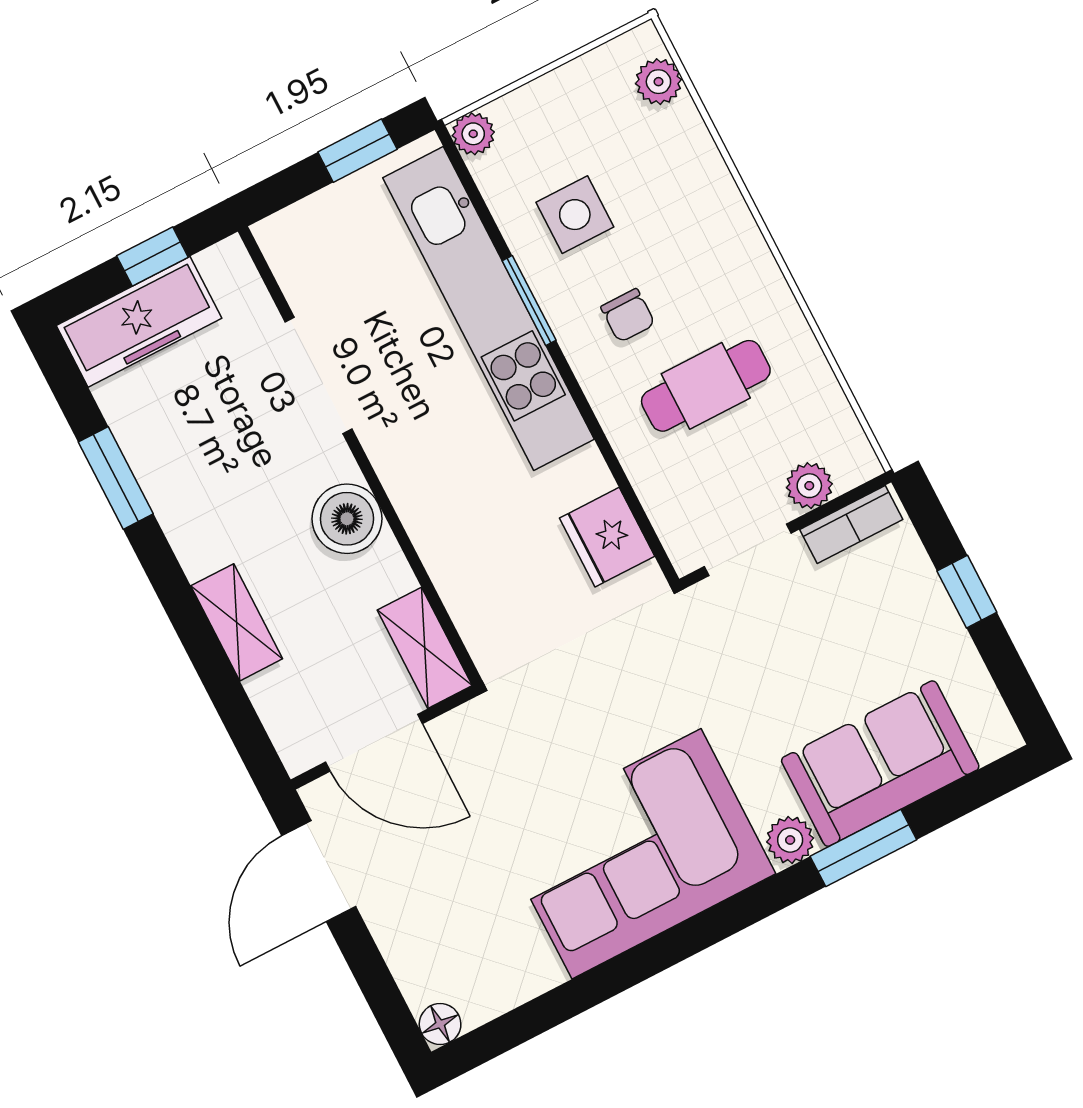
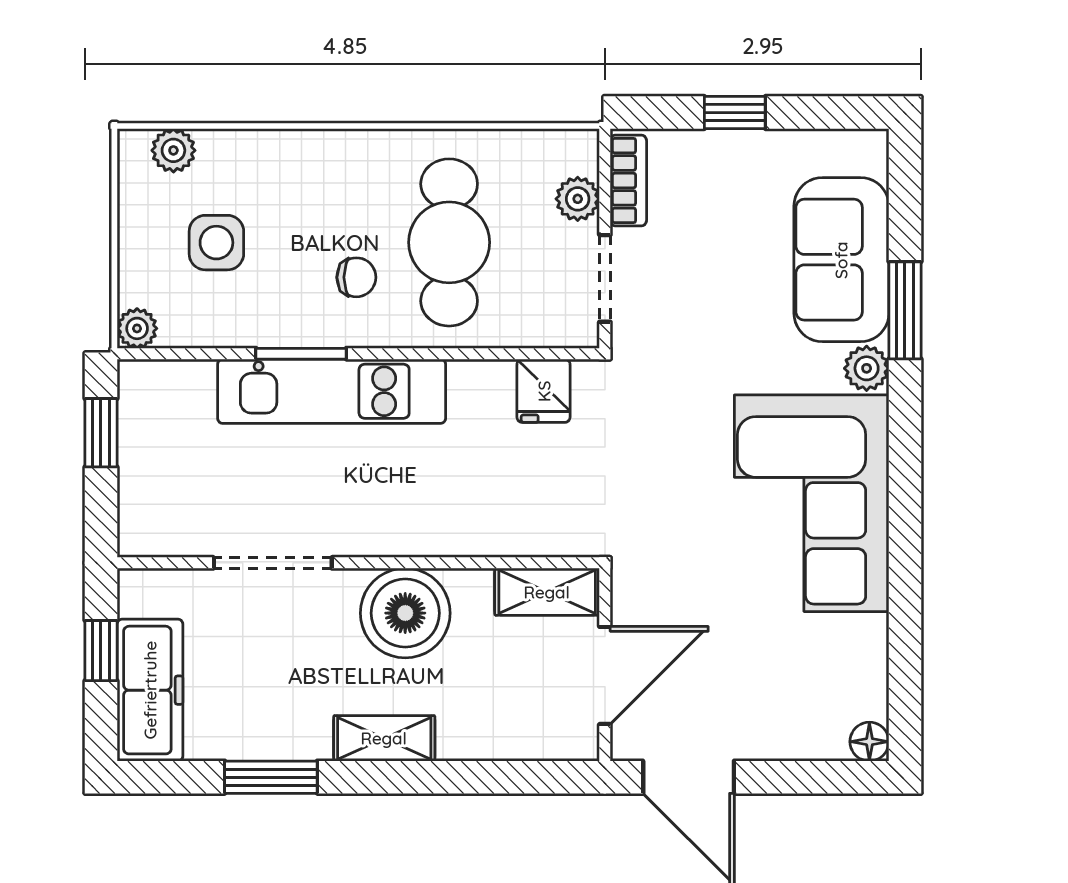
side table: (575, 215) -> (216, 243), moved
kitchen unit: (488, 308) -> (332, 391), width x0.73
cafe table: (706, 386) -> (449, 242), width x1.37, depth x1.35
boiler: (347, 519) -> (405, 613), width x1.37, depth x1.37
fridge: (607, 537) -> (544, 391), width x0.72
shelving: (237, 622) -> (384, 738), moved

